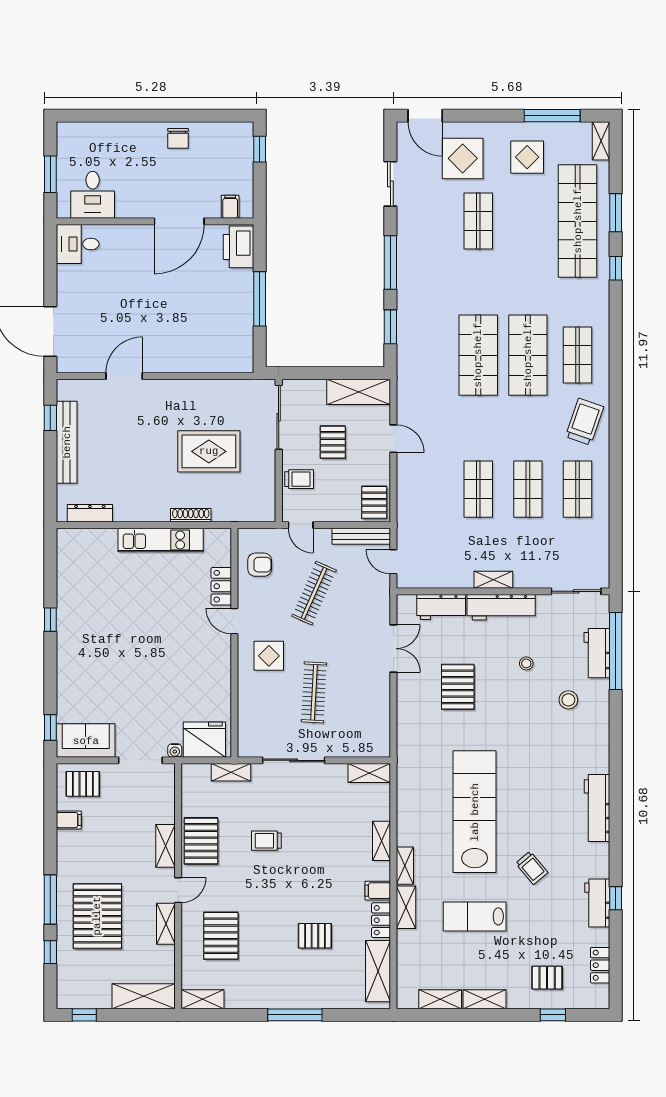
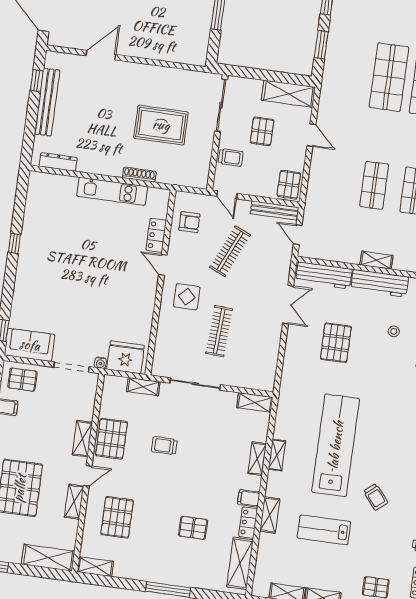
workbench: (441, 607) -> (324, 275), width x1.38
shelving: (405, 866) -> (277, 455), moved

